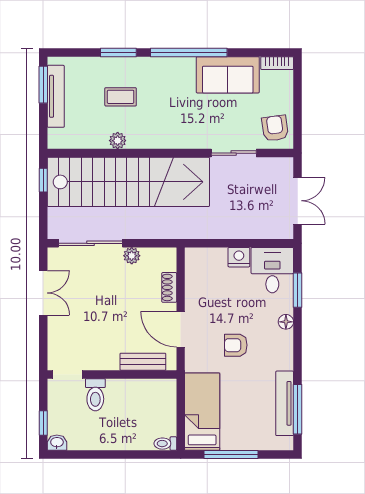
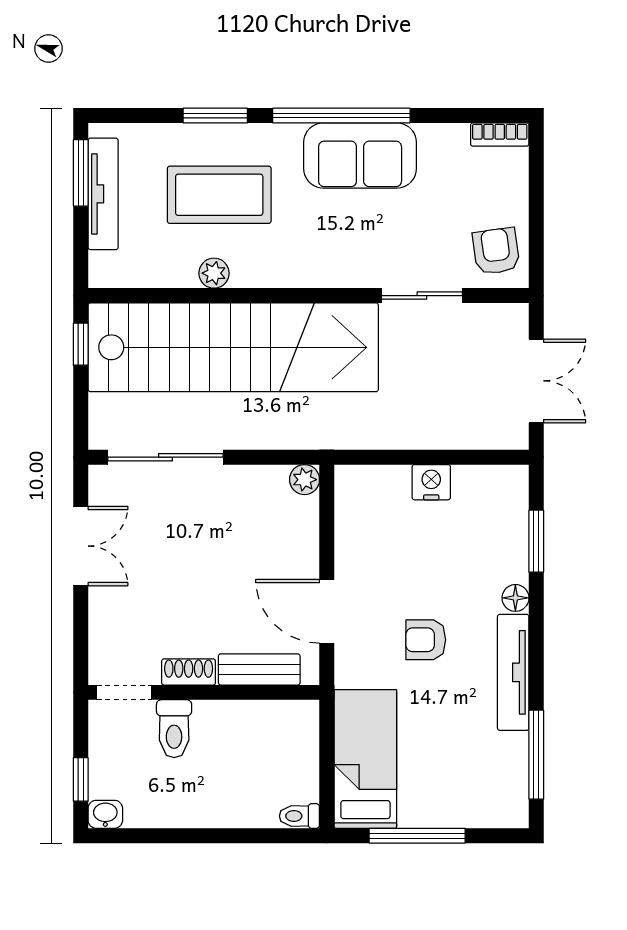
sofa: (228, 75) -> (360, 155), moved
coffee table: (121, 97) -> (219, 195), width x1.86, depth x1.72
plant: (132, 256) -> (305, 480), moved
desk: (272, 270) -> (491, 505), removed
shoe rack: (169, 287) -> (189, 672), moved, turned 90
tv unit: (285, 403) -> (513, 672), moved

